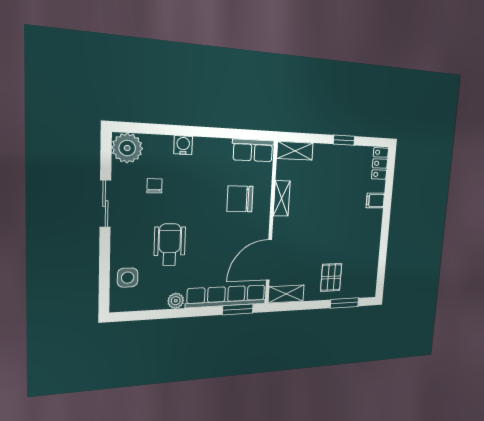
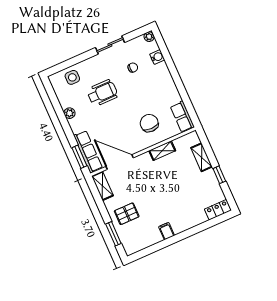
water cooler: (183, 145) -> (157, 57), moved
plant: (127, 148) -> (149, 37), width x0.53, depth x0.53
shelving: (295, 151) -> (201, 157), moved
filing cabinet: (375, 200) -> (167, 231), moved
row of seats: (226, 296) -> (88, 152), width x0.73

